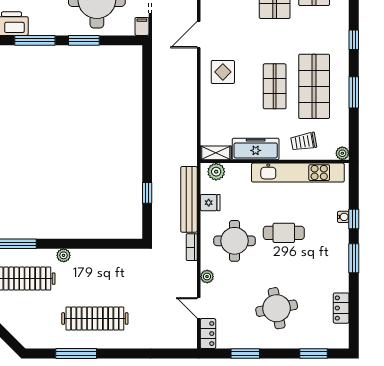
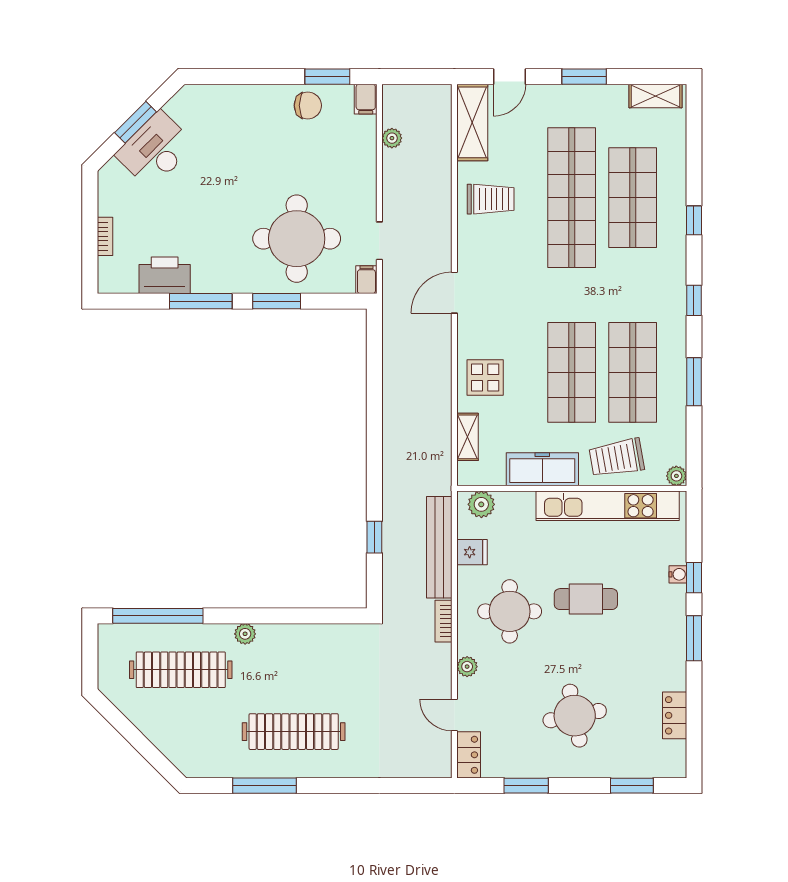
display table: (223, 72) -> (485, 378), moved
shop shelf: (275, 86) -> (572, 372), width x1.43, depth x1.36
trolley: (304, 142) -> (617, 458), width x1.36, depth x1.39
shelving: (216, 153) -> (468, 437), moved, turned 90

